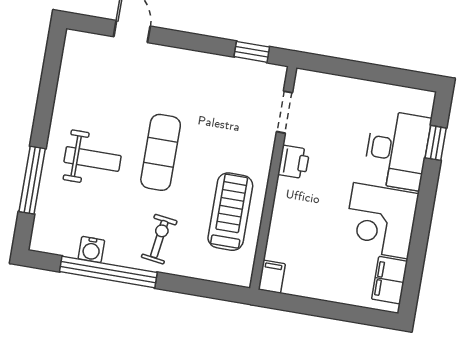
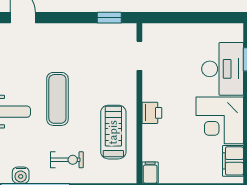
printer: (294, 162) -> (152, 113), moved
exercise bike: (159, 239) -> (67, 160), turned 82

